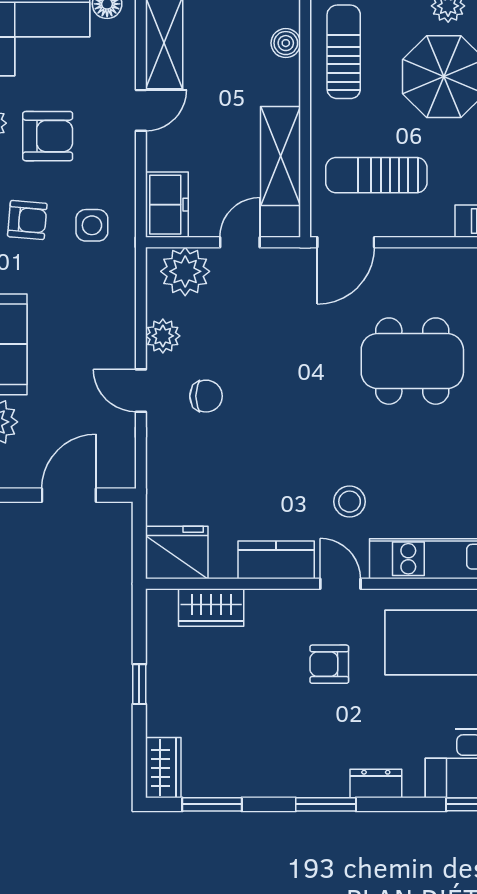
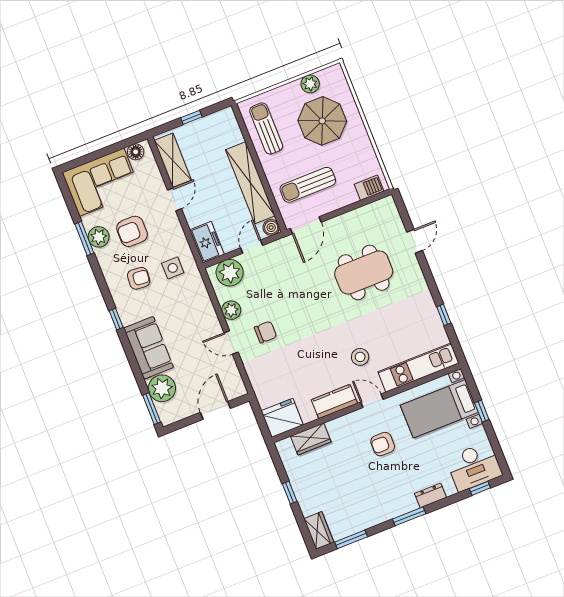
boiler: (286, 43) -> (271, 227), moved
armchair: (48, 136) -> (132, 231), turned 180
shelving: (280, 156) -> (250, 183), width x1.47

